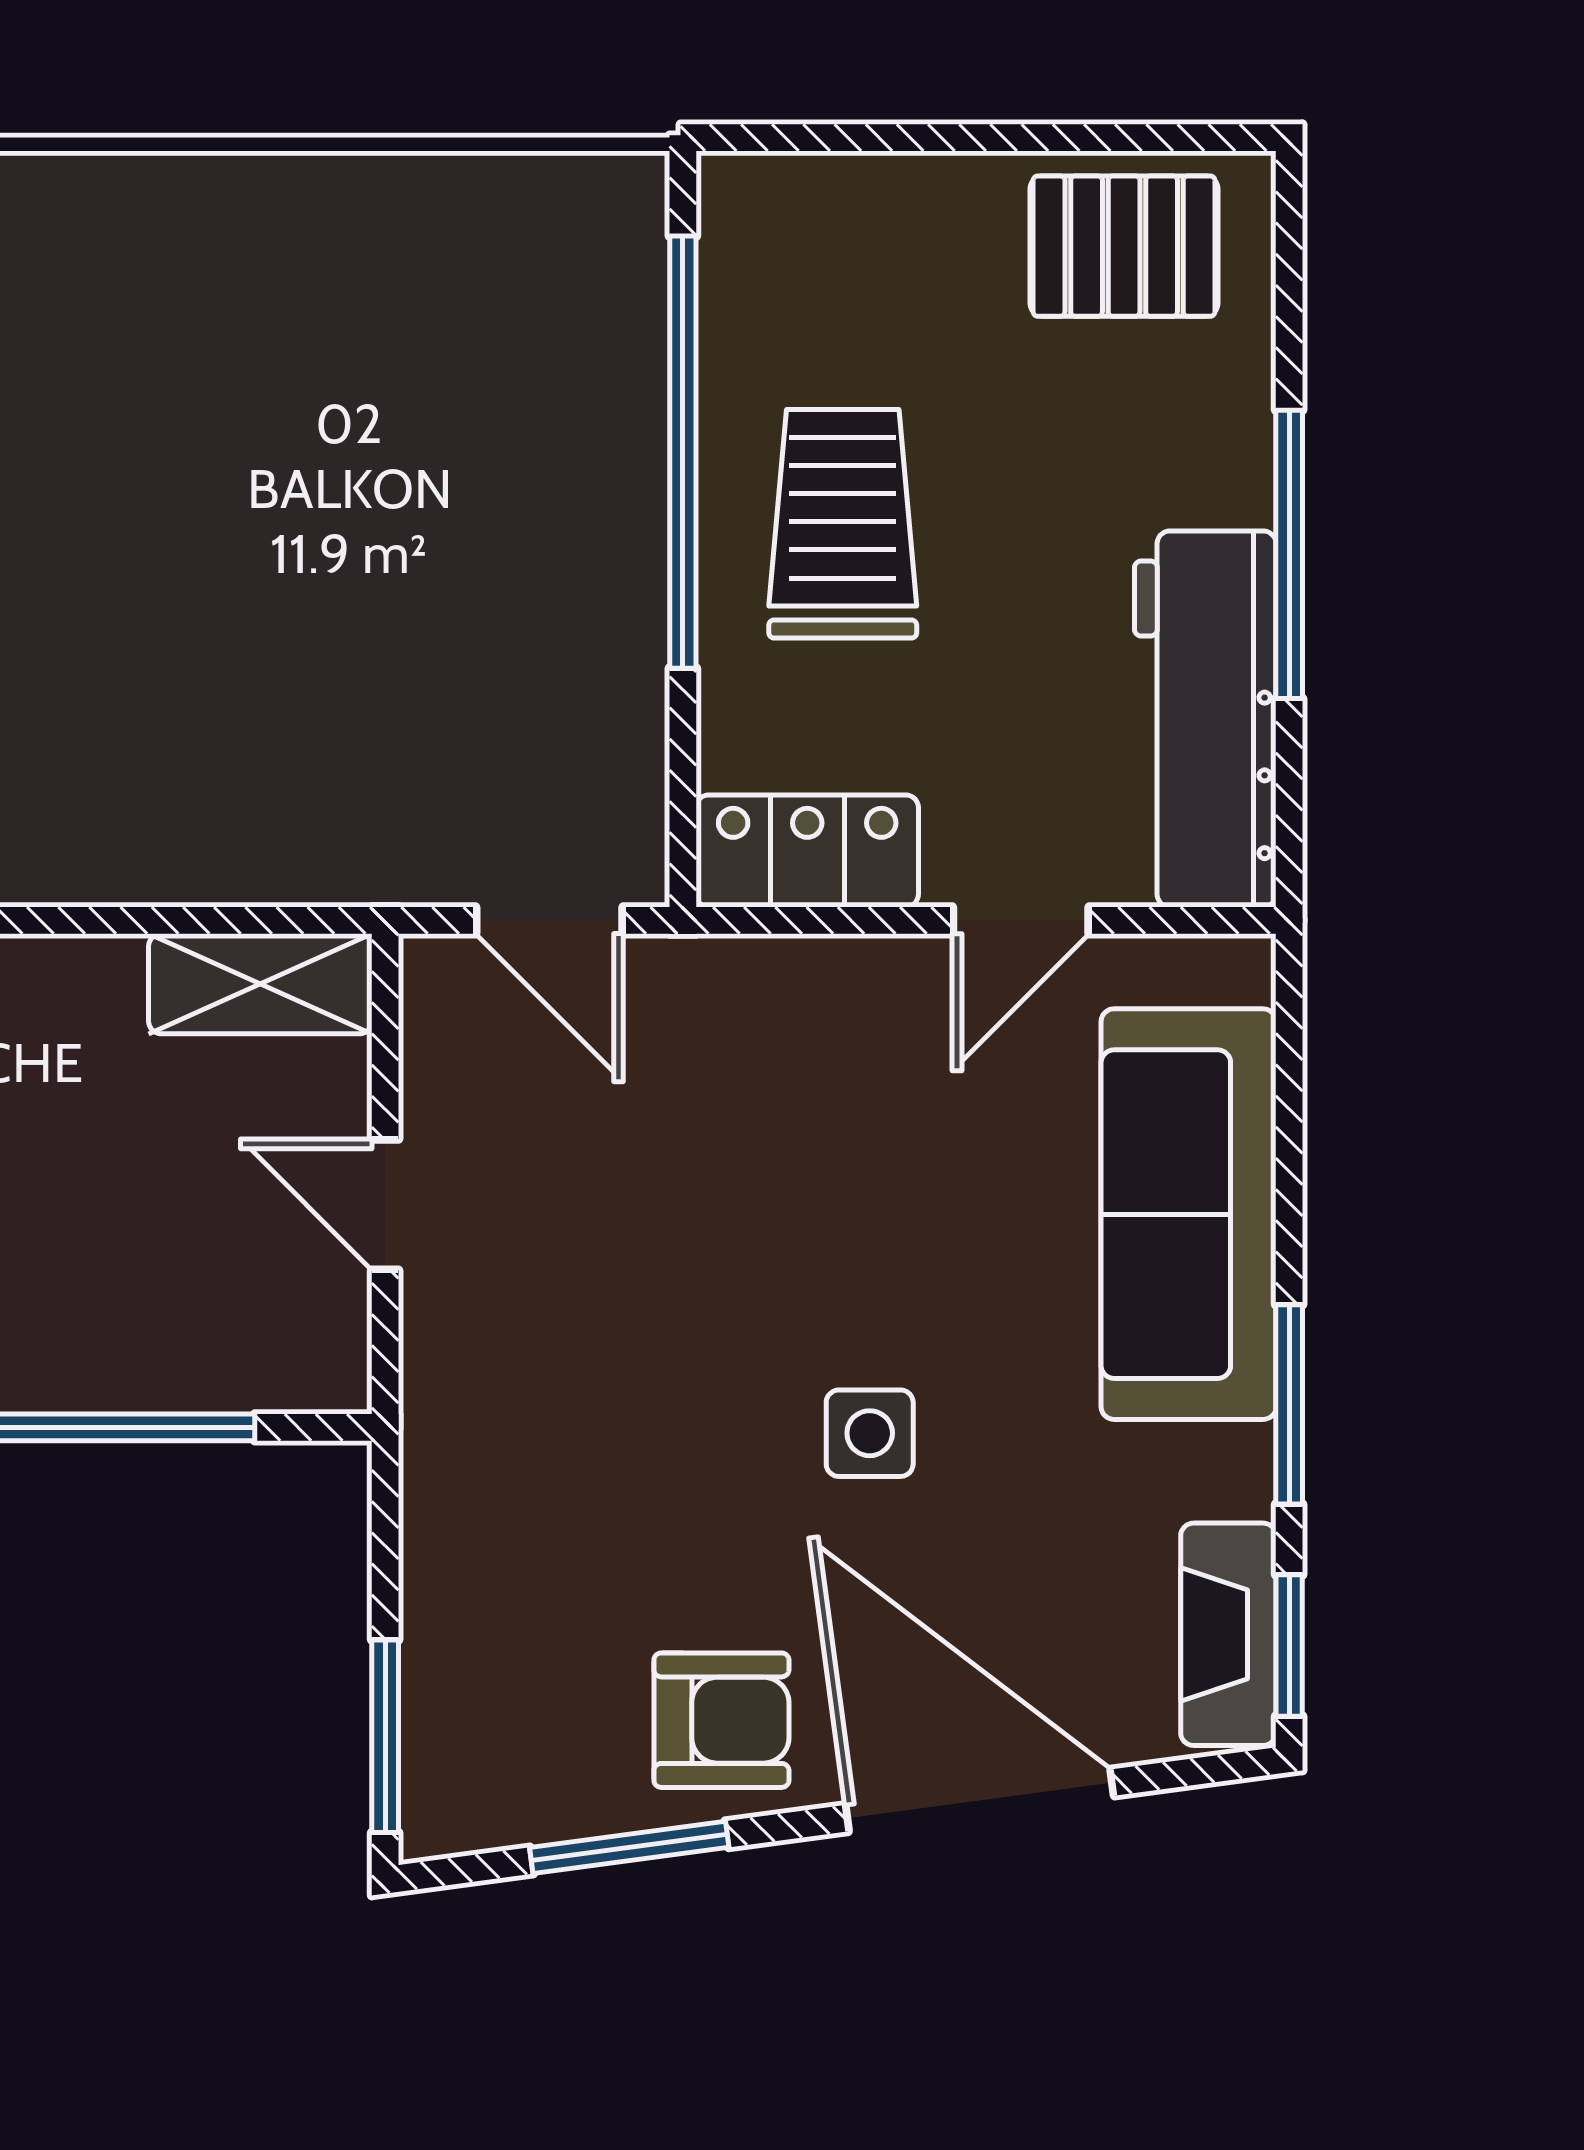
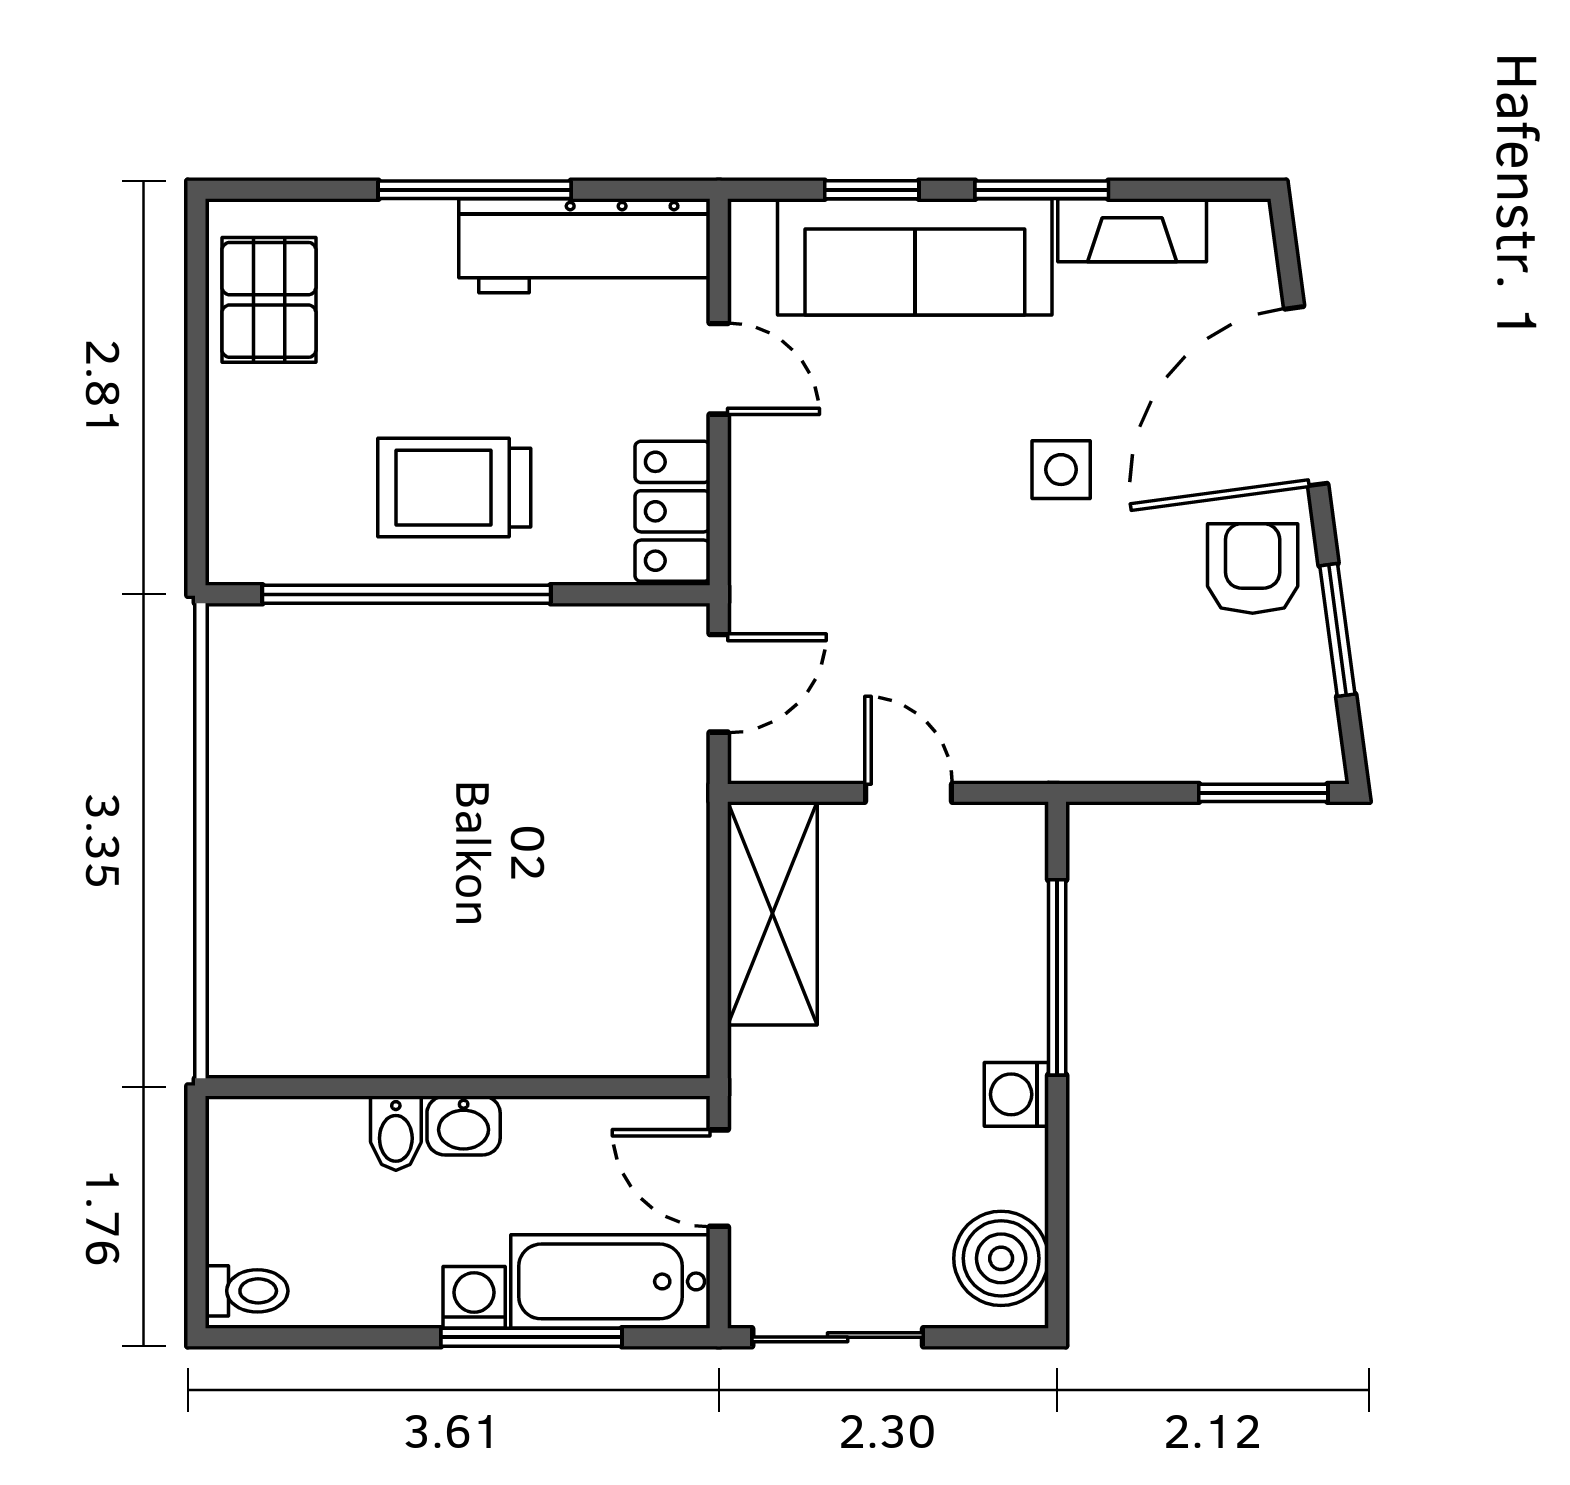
shelving: (260, 984) -> (772, 913), width x1.50, depth x1.33
door: (385, 1205) -> (909, 793), swing flipped
fireplace: (1228, 1634) -> (1132, 230), moved
window: (1289, 1645) -> (872, 190), moved

